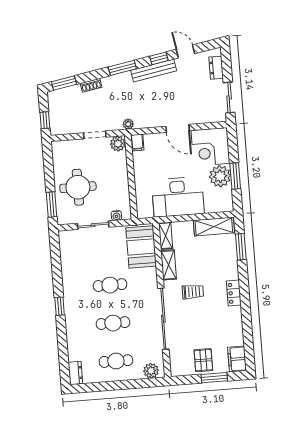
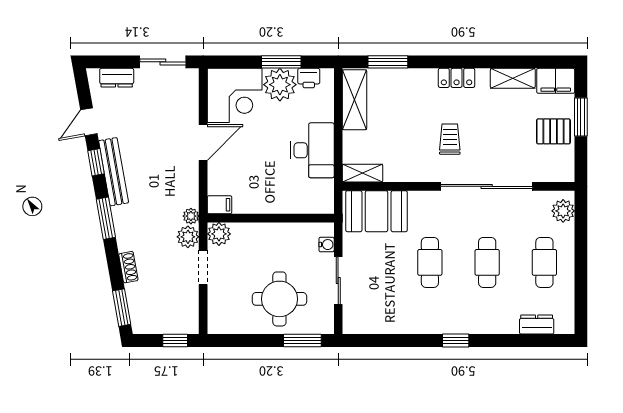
plant: (114, 123) -> (188, 237), added
printer: (226, 195) -> (309, 78), added
desk: (178, 197) -> (312, 150), width x0.73, depth x0.77
shelving: (169, 265) -> (513, 78), moved
dresser: (75, 373) -> (537, 325), moved

